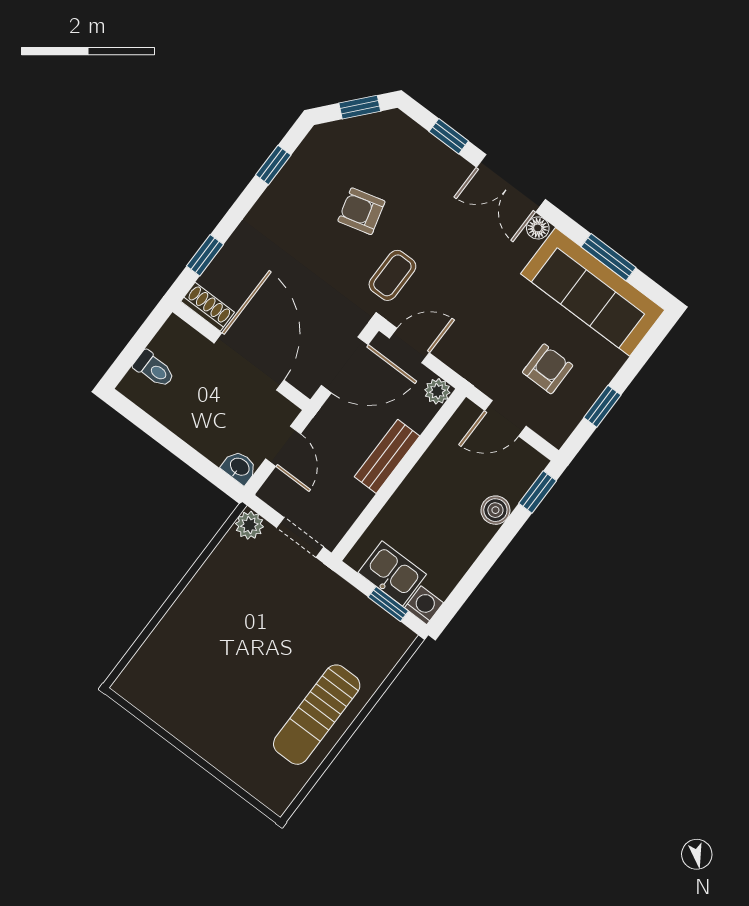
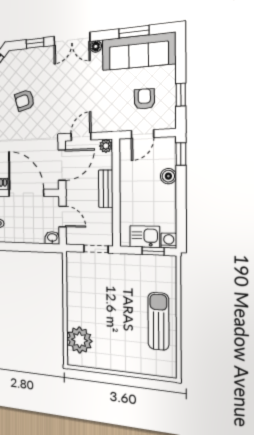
coffee table: (392, 275) -> (54, 115), removed
plant: (249, 525) -> (80, 340), moved, width x1.87, depth x1.87
sun lounger: (317, 715) -> (158, 321), turned 180

